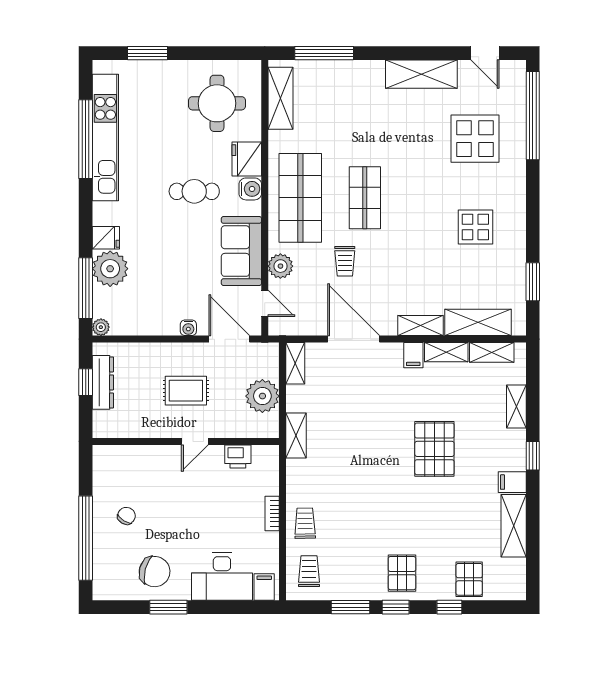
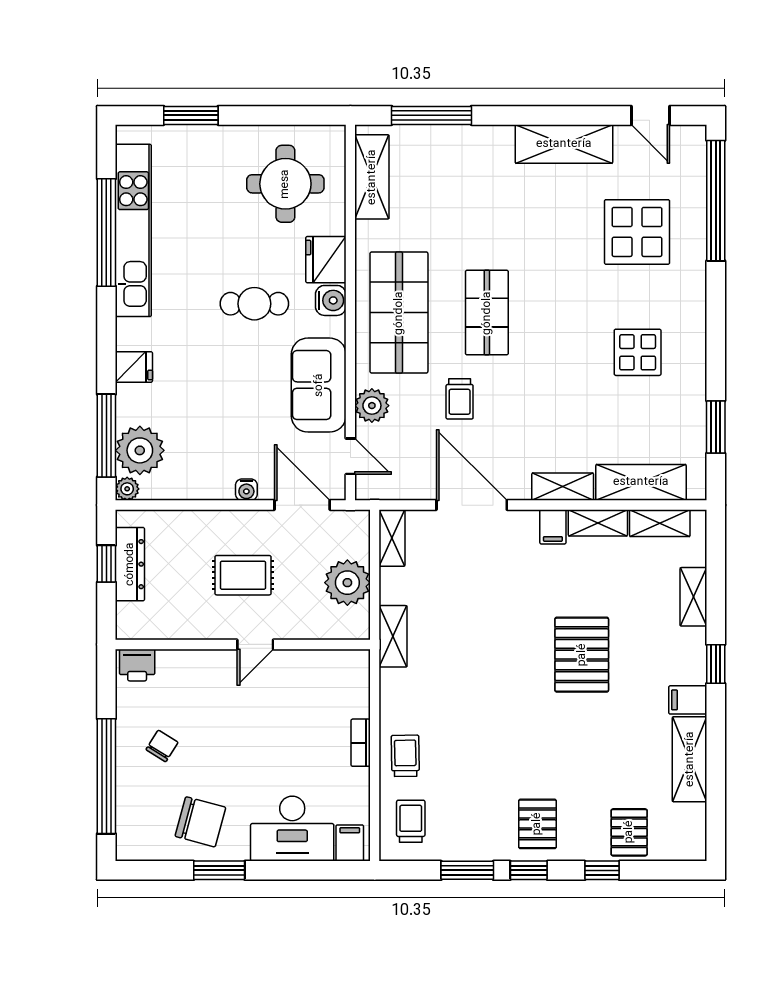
plant: (110, 269) -> (140, 450), moved
printer: (238, 456) -> (137, 665), moved

